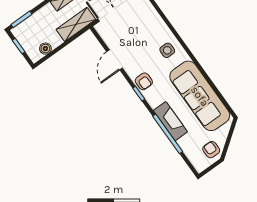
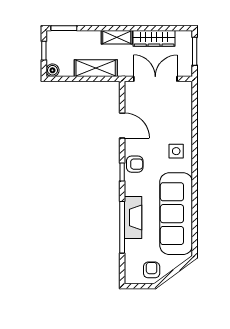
shelving: (76, 24) -> (96, 68), moved
boiler: (45, 49) -> (52, 70), moved
door: (115, 60) -> (122, 125), swing flipped
armchair: (144, 81) -> (135, 164), turned -90

